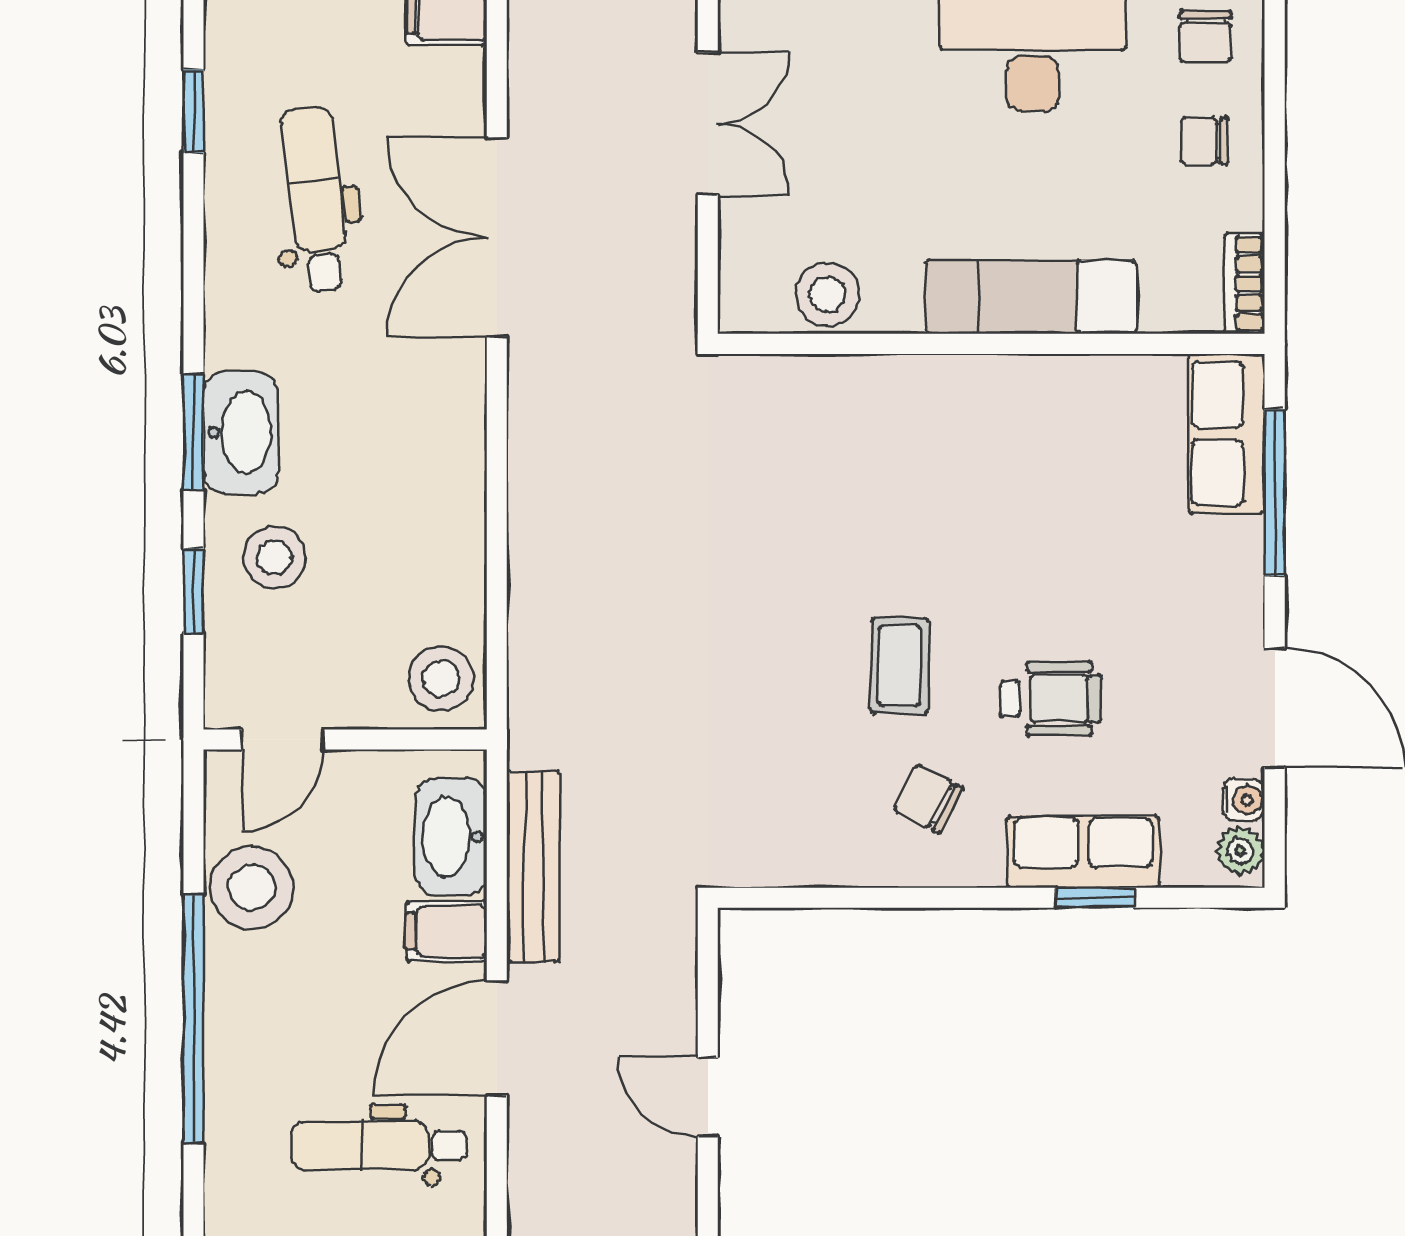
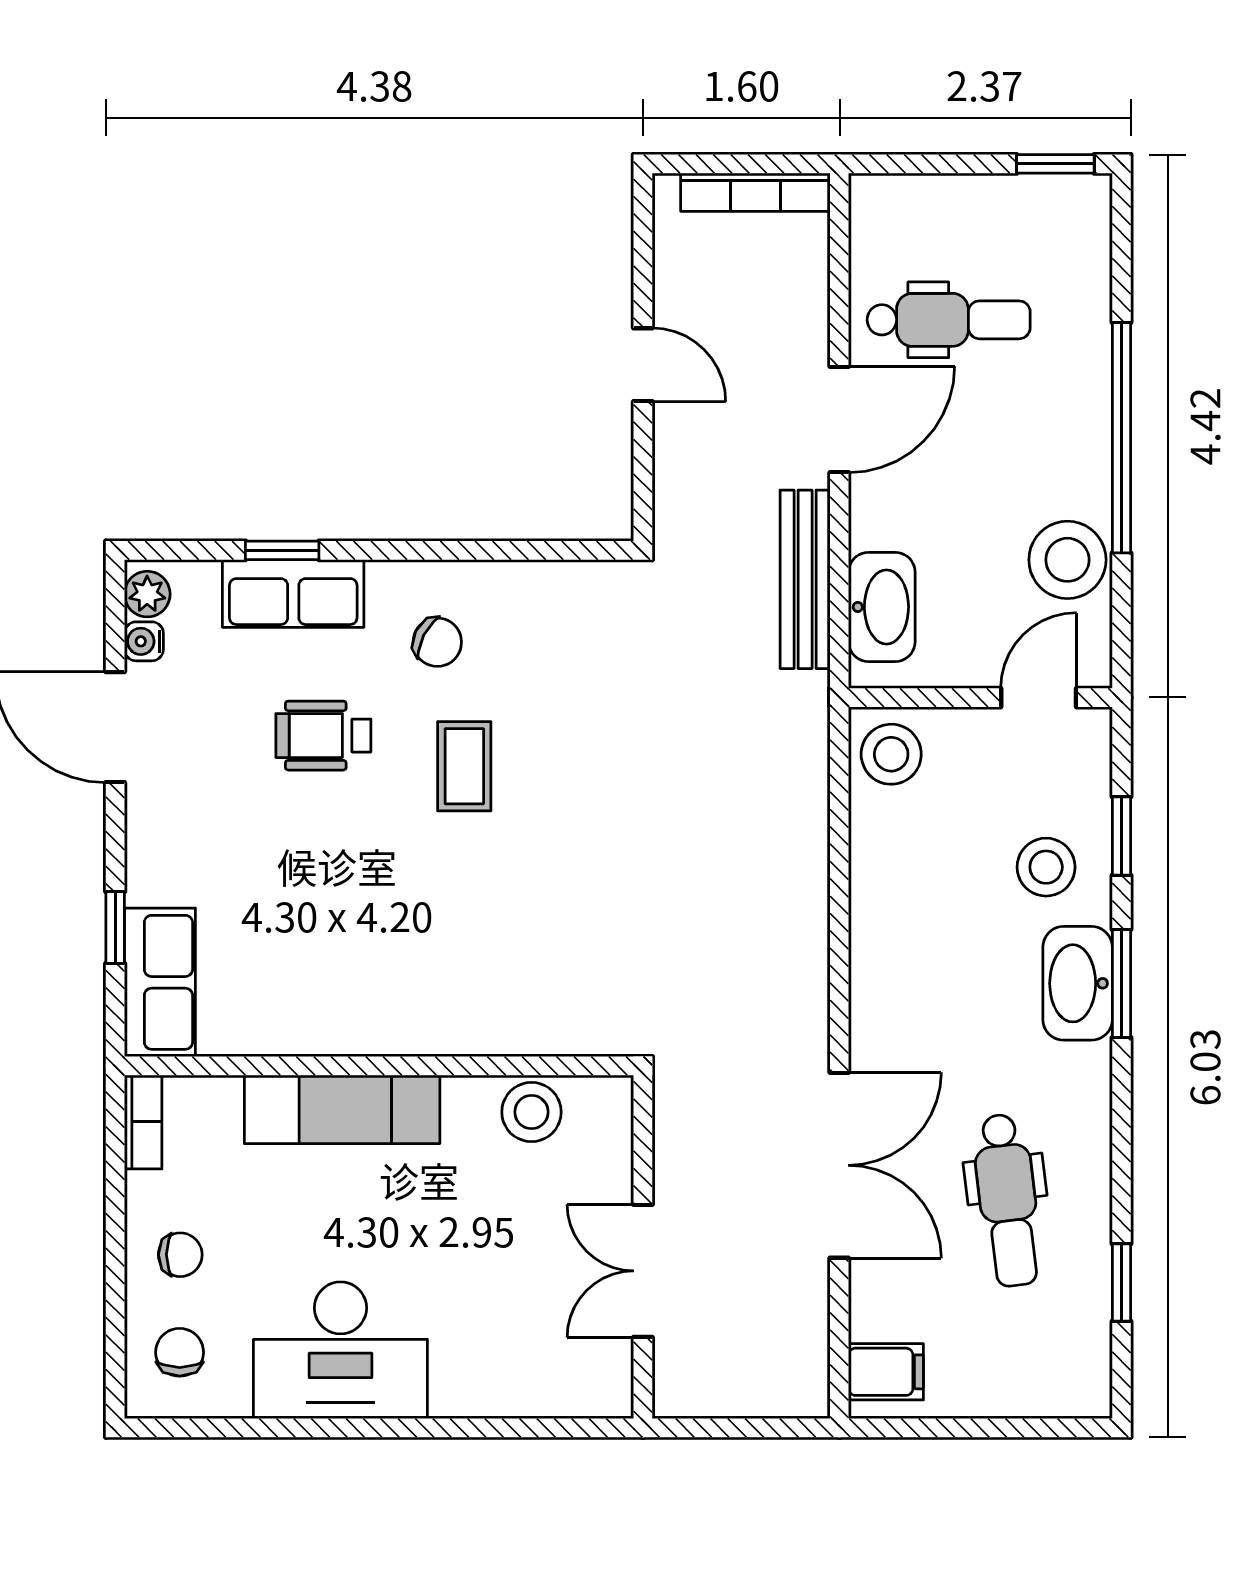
window: (1275, 492) -> (115, 928), width x0.46
filing cabinet: (446, 931) -> (886, 519), removed

